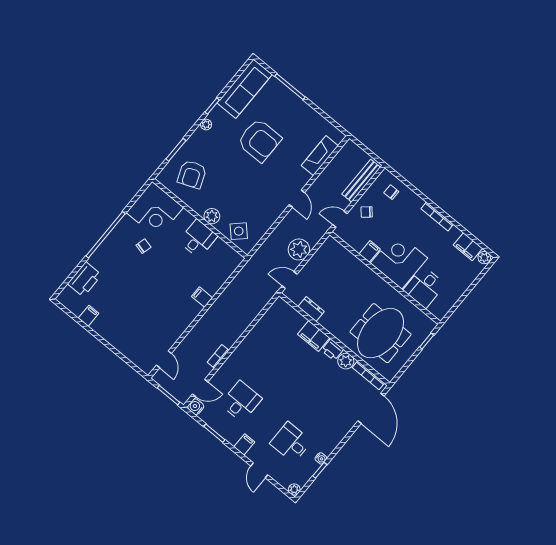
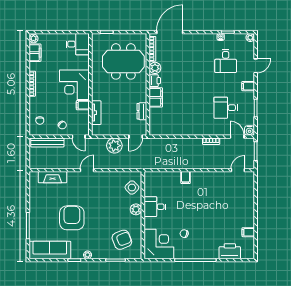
tv unit: (350, 259) -> (96, 113), added
door: (290, 280) -> (136, 137), hinge flipped
desk: (424, 287) -> (78, 44), moved

